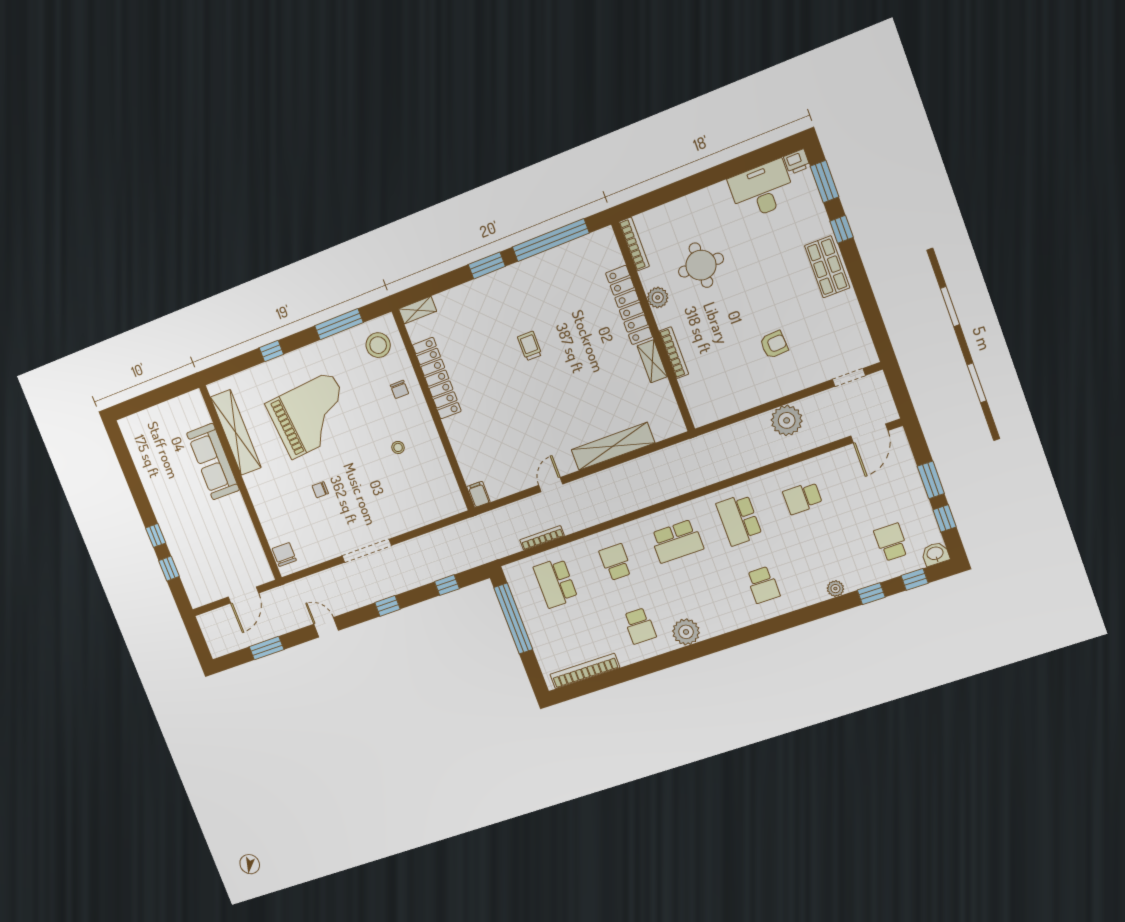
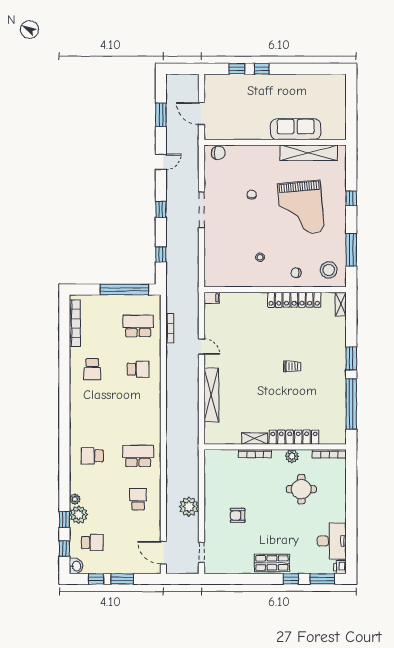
armchair: (774, 344) -> (238, 515), turned 94
school desk: (677, 541) -> (138, 413), removed
school desk: (640, 626) -> (92, 369), turned -90
plant: (686, 632) -> (79, 515), moved

